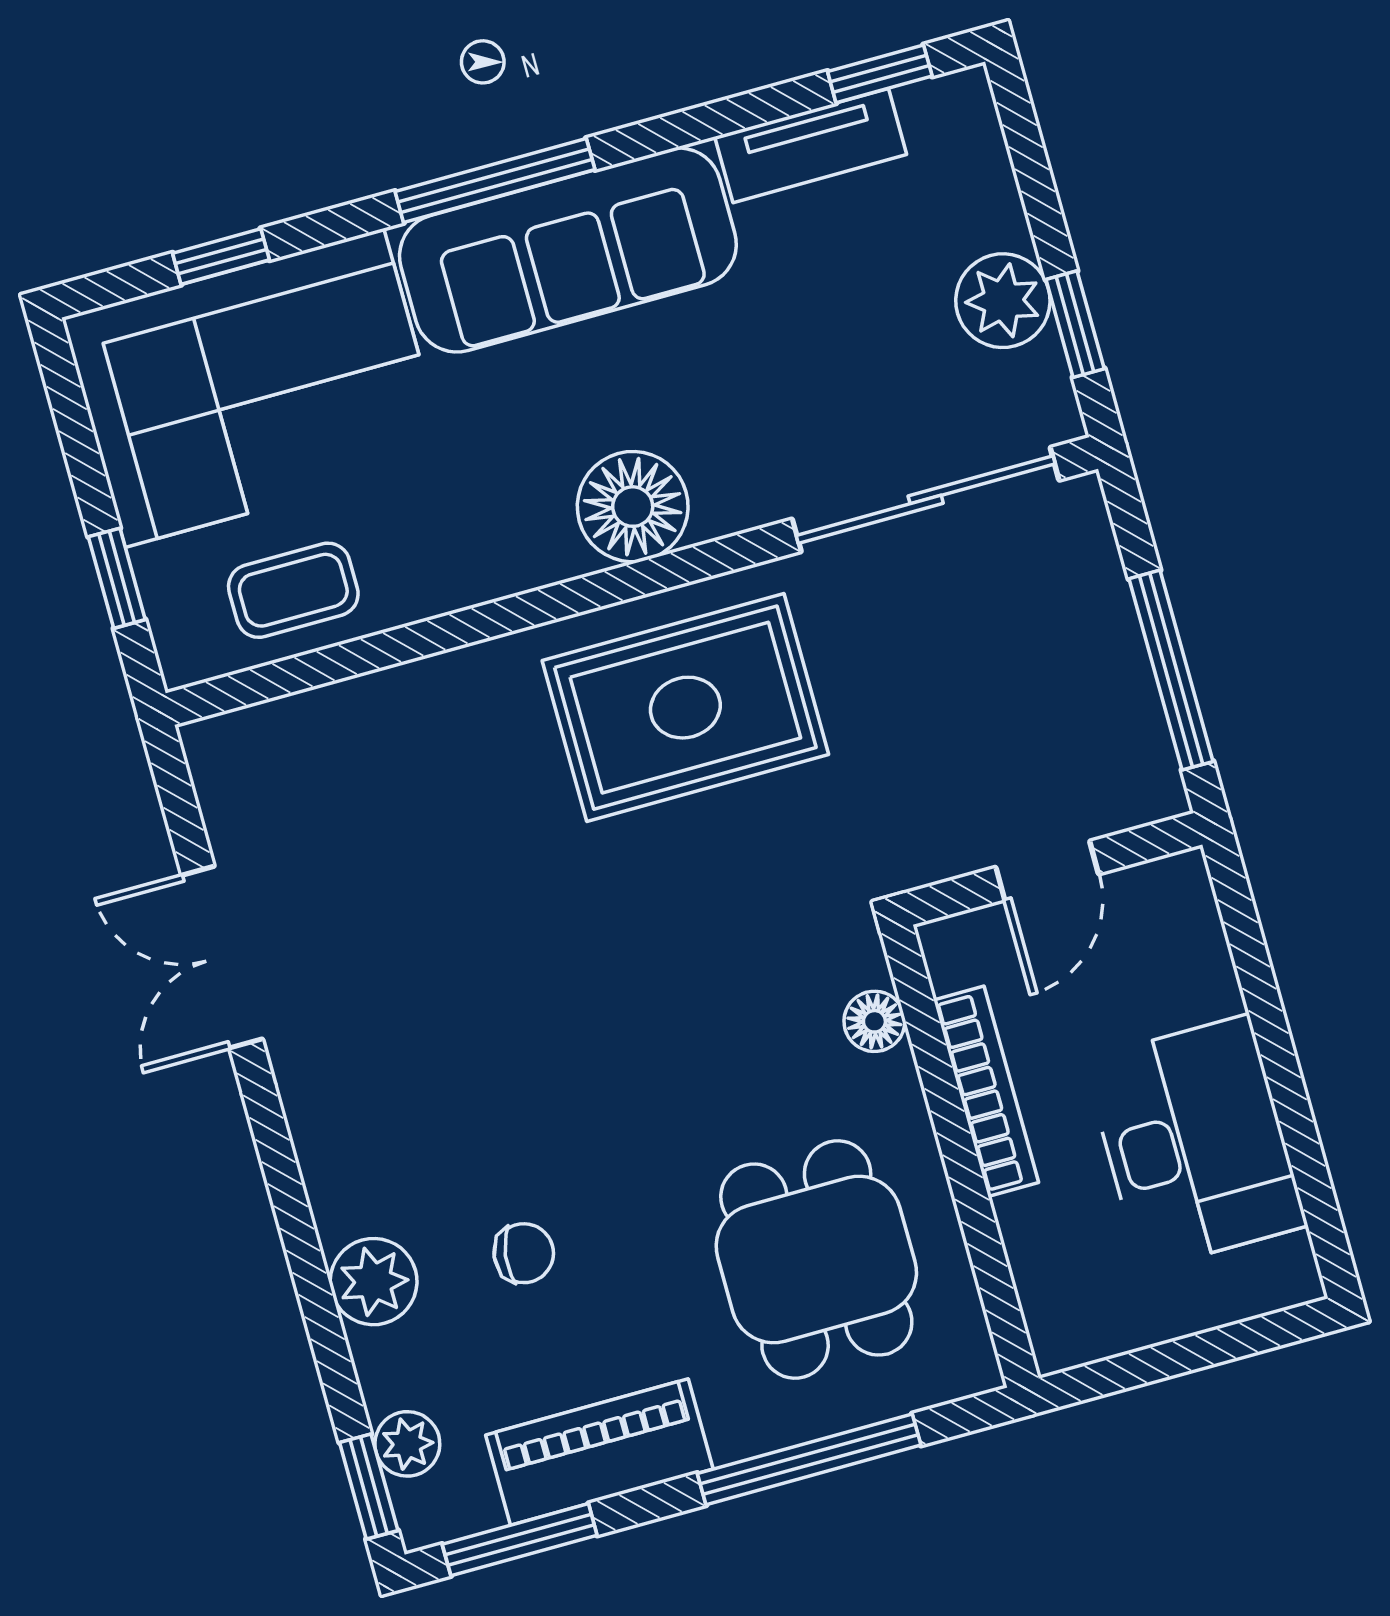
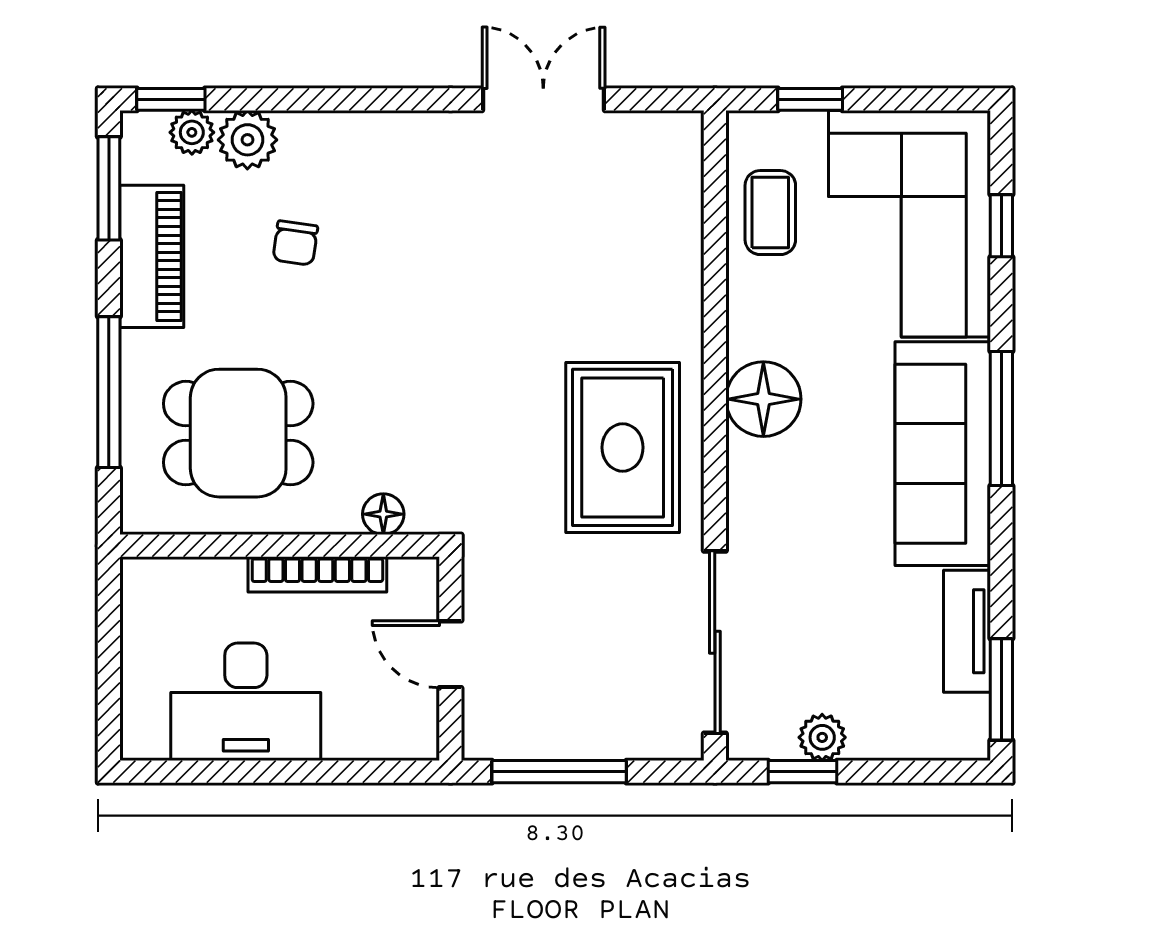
window: (880, 74) -> (1001, 689), width x1.50
plant: (1003, 301) -> (822, 737), width x0.73, depth x0.73
floor lamp: (633, 507) -> (763, 399), moved
plant: (374, 1282) -> (247, 140), moved

